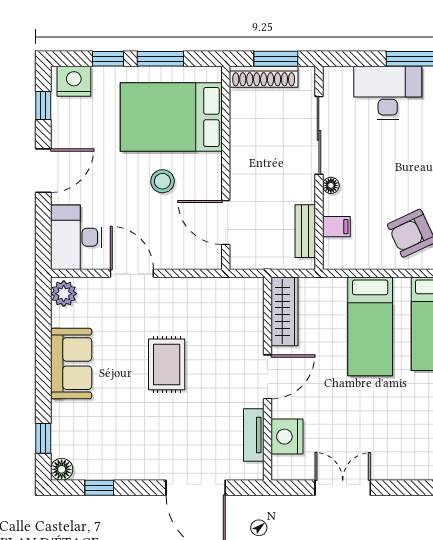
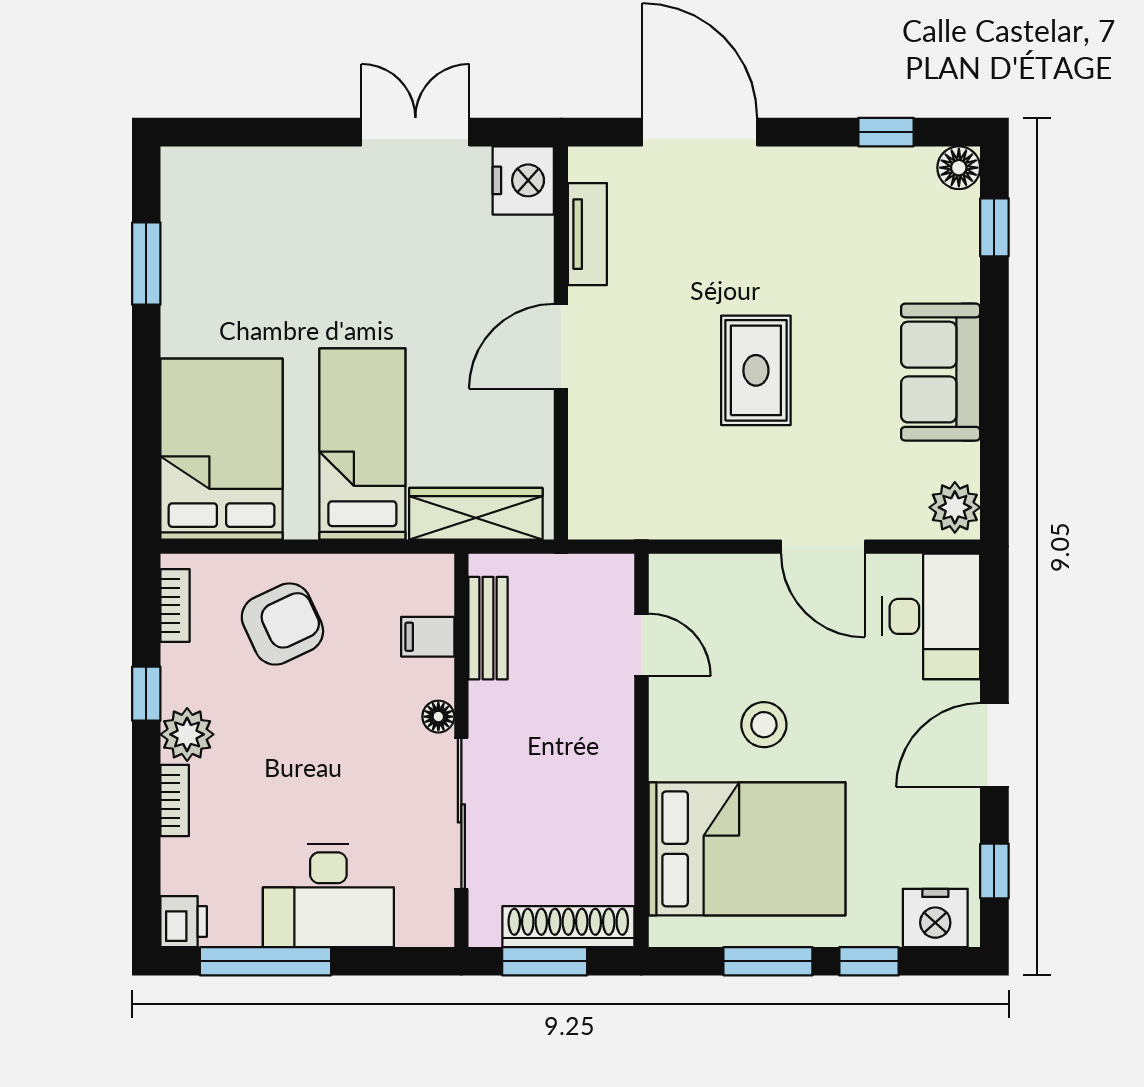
door: (226, 223) -> (641, 645), width x0.73
wardrobe: (284, 311) -> (476, 514), moved, turned 90
nightstand: (287, 437) -> (523, 180), moved
double door: (343, 488) -> (415, 132), swing flipped

